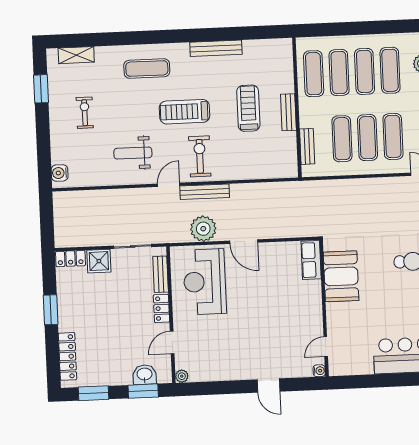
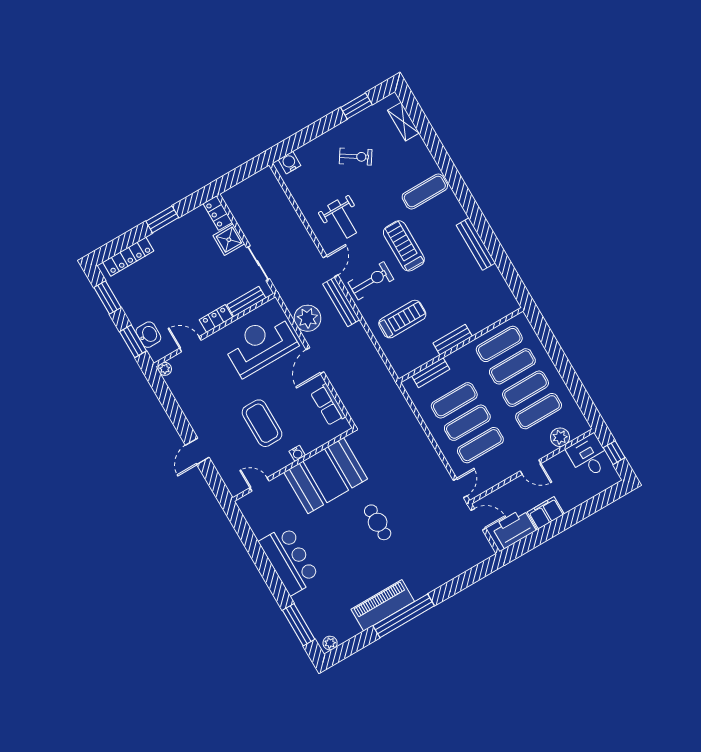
exercise mat: (147, 68) -> (425, 191), turned 90
treadmill: (248, 108) -> (402, 319), moved
exercise bike: (85, 113) -> (356, 157), turned 33
weight bench: (133, 153) -> (342, 219), turned 180
door: (169, 185) -> (331, 266), hinge flipped
row of seats: (311, 260) -> (328, 405), moved, turned -90
booth: (341, 276) -> (326, 476), width x1.36, depth x1.42
coffee table: (274, 316) -> (262, 423), added
water cooler: (319, 371) -> (297, 453), moved

